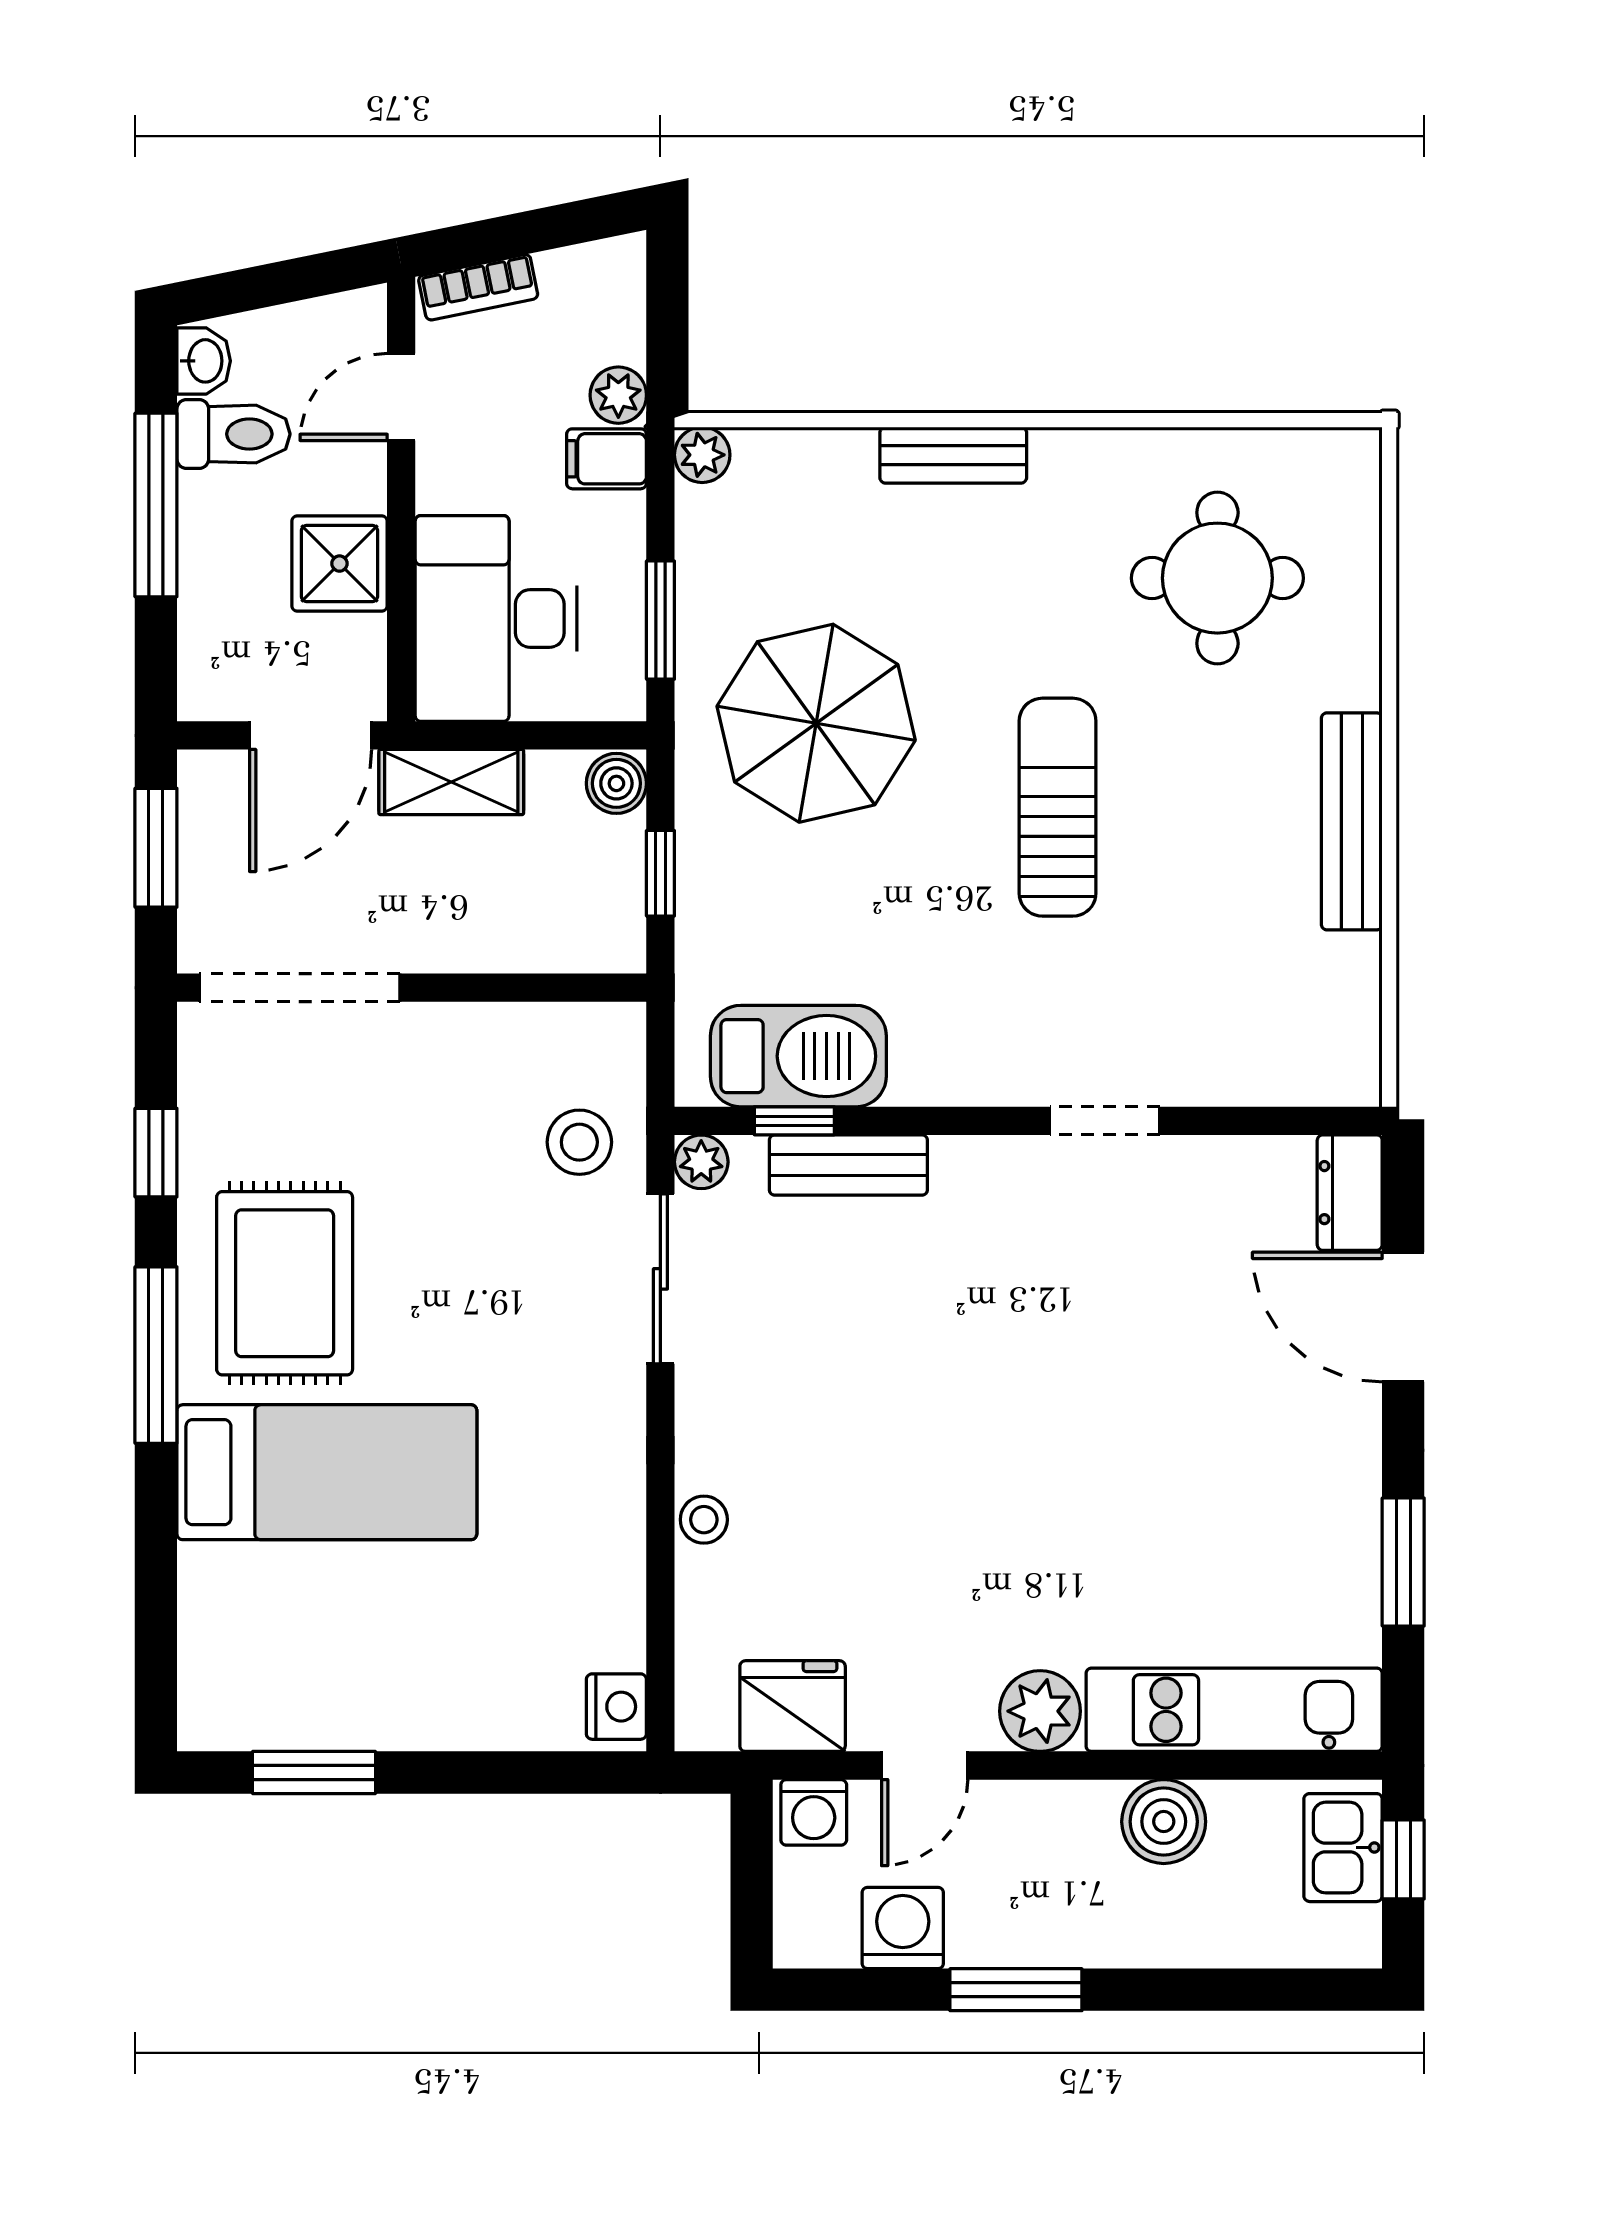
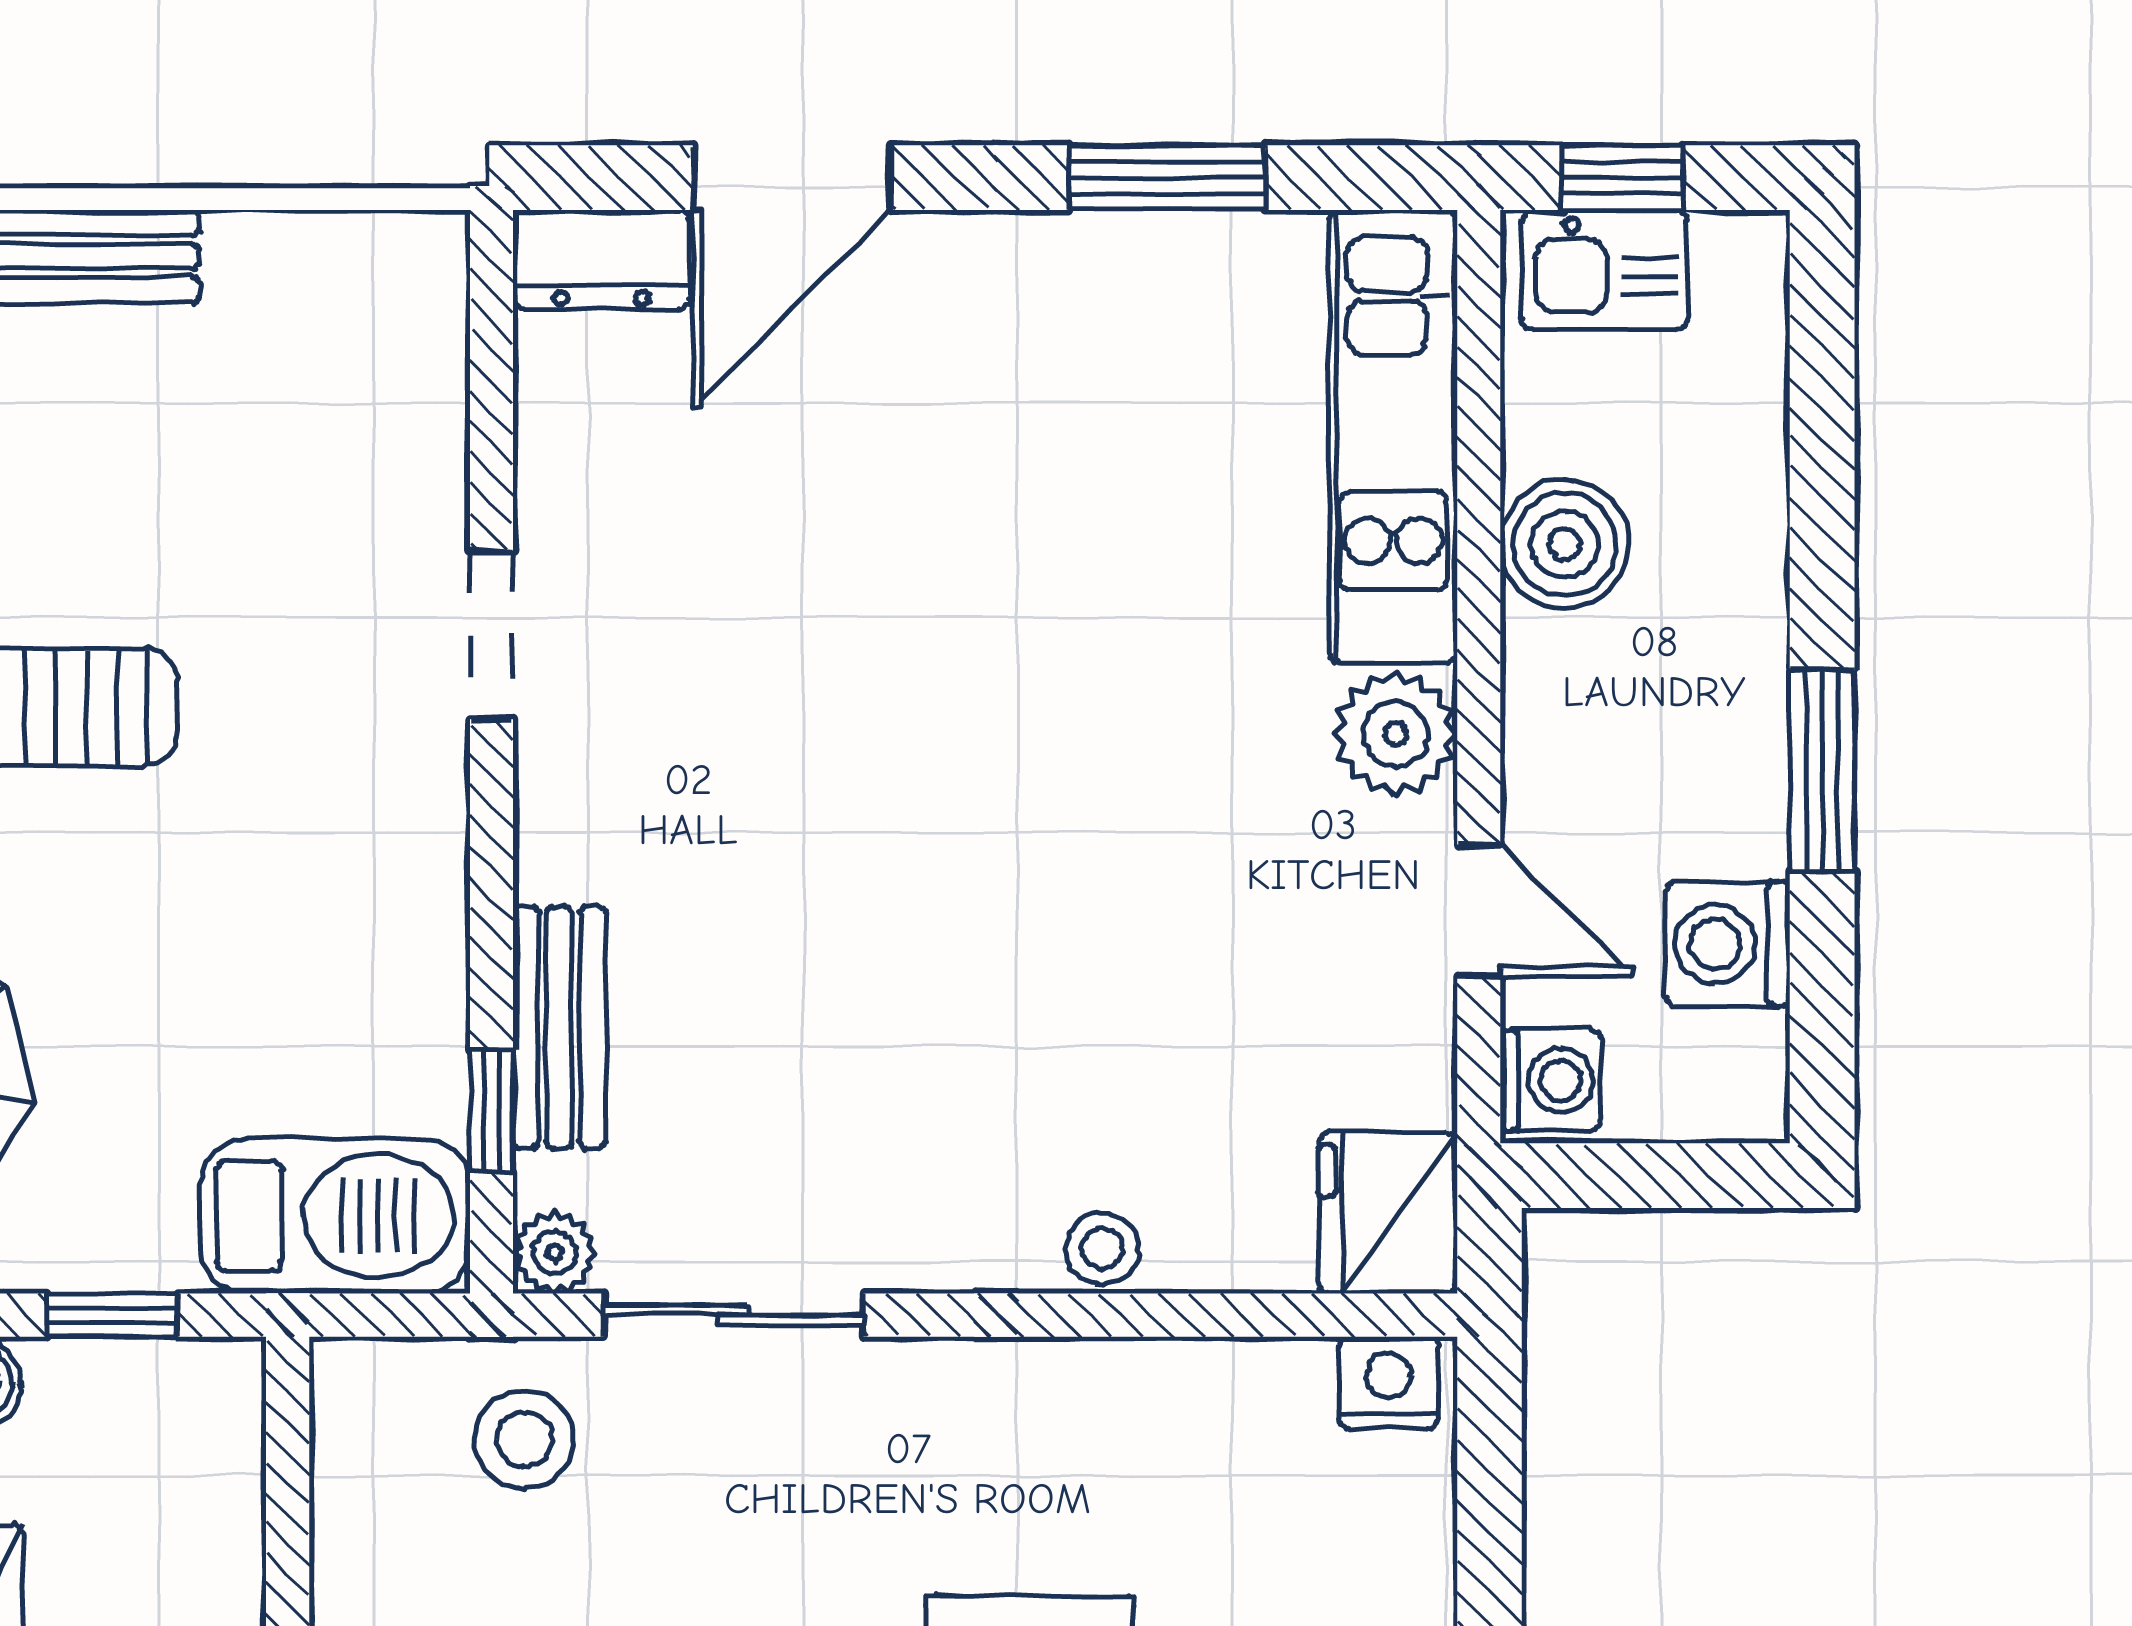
barbecue: (798, 1056) -> (335, 1216), moved, turned 90
fridge: (793, 1706) -> (1388, 1213), moved

